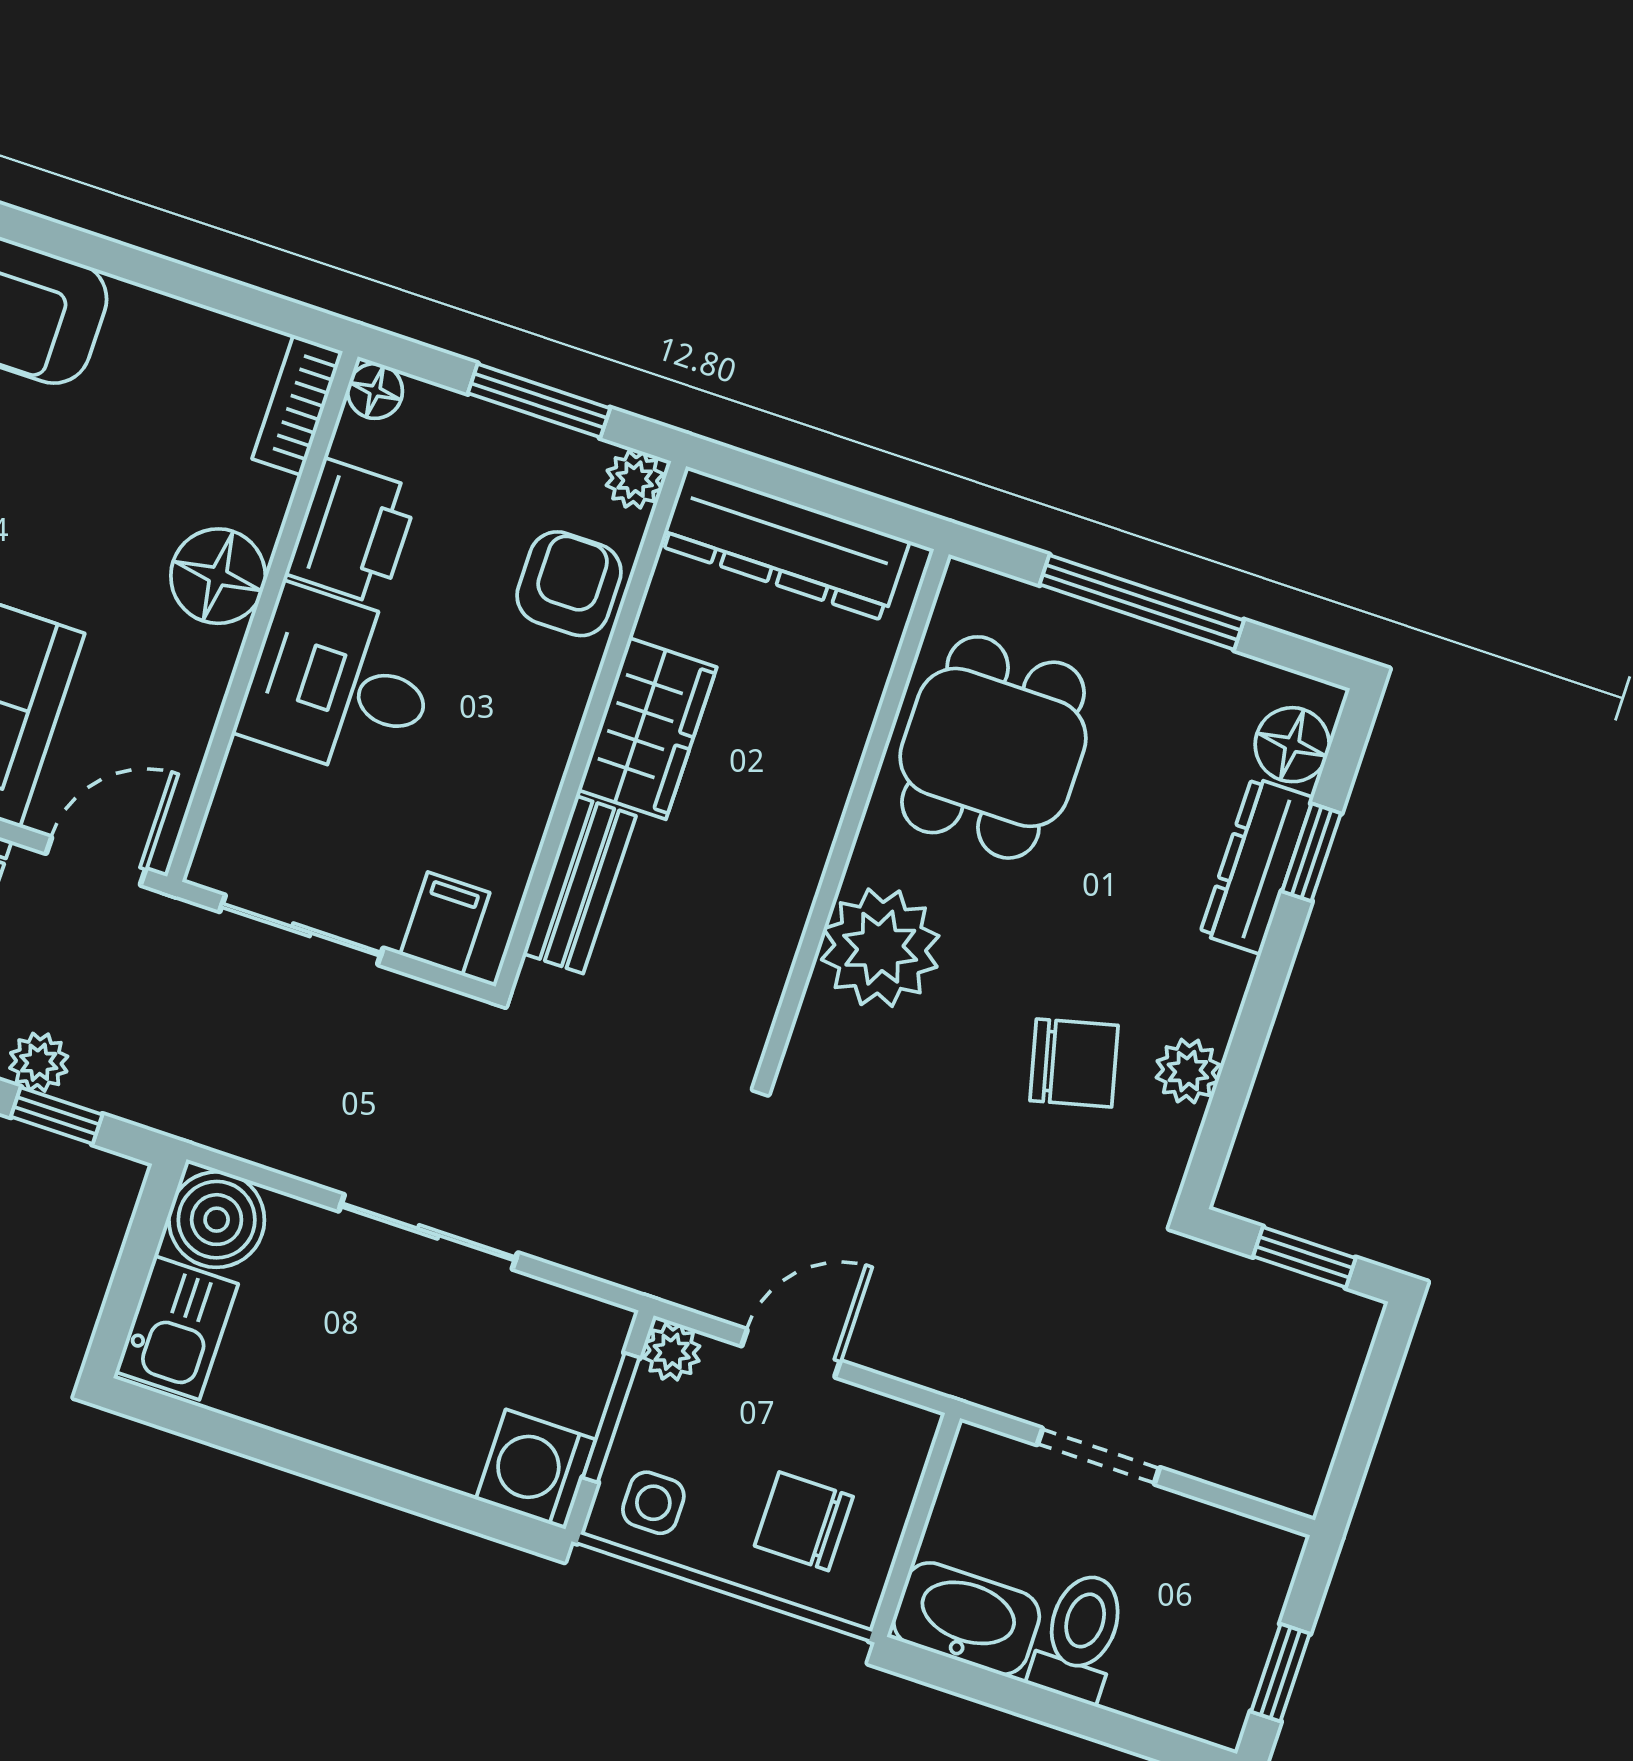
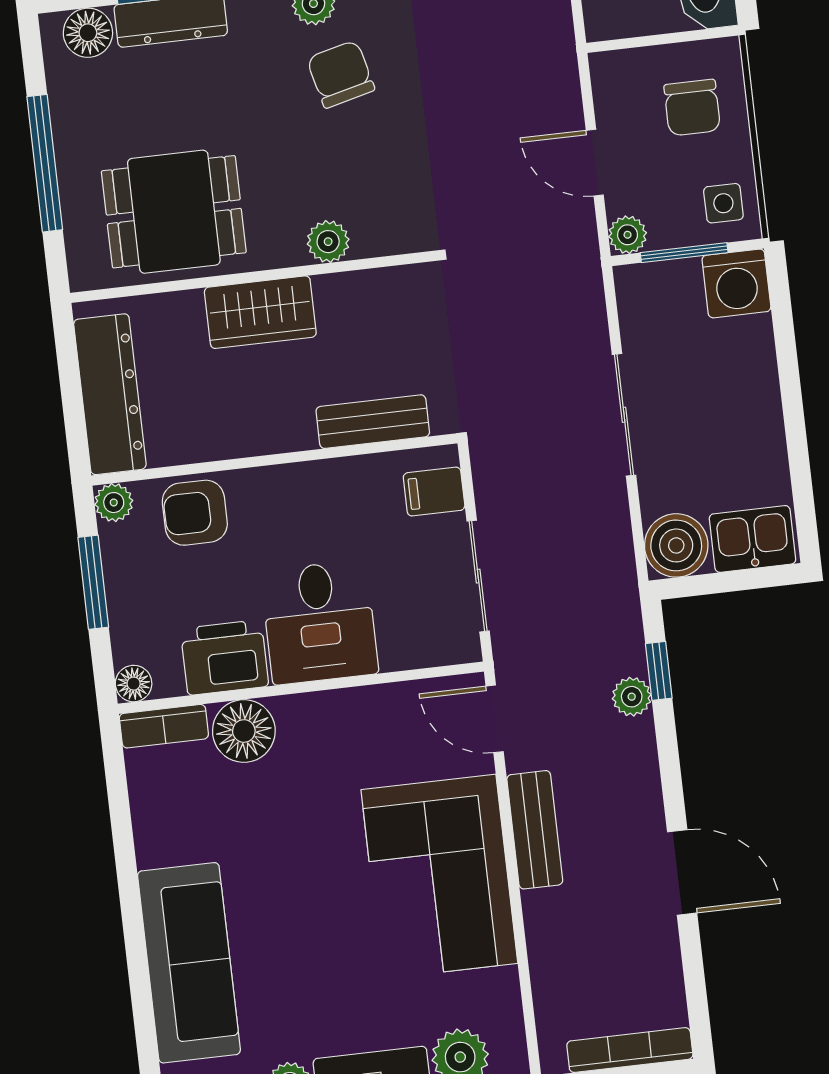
floor lamp: (218, 576) -> (244, 731), moved
wardrobe: (647, 729) -> (260, 312), moved, turned 180
plant: (880, 948) -> (328, 242), width x0.53, depth x0.53

